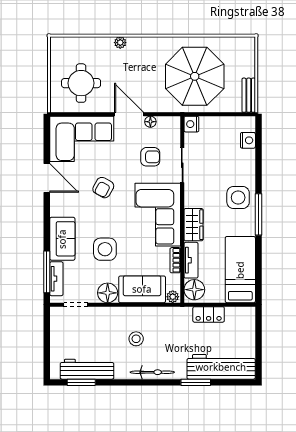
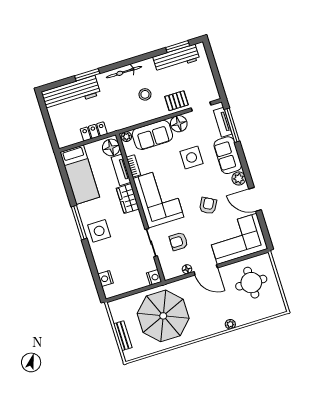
bench: (249, 95) -> (123, 336), moved
plant: (58, 208) -> (239, 179), added
pallet: (102, 320) -> (177, 101), added

